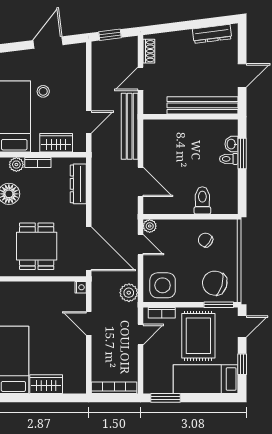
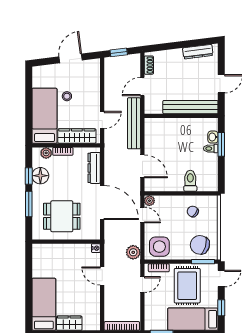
wardrobe: (56, 143) -> (77, 136), width x1.50
dining table: (37, 246) -> (62, 216), turned 90
door: (89, 249) -> (102, 203), moved

